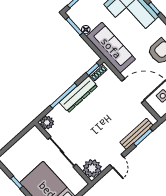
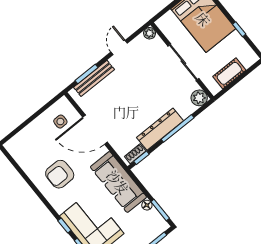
cot: (23, 145) -> (229, 73), added
plant: (92, 168) -> (150, 33), width x0.53, depth x0.53

